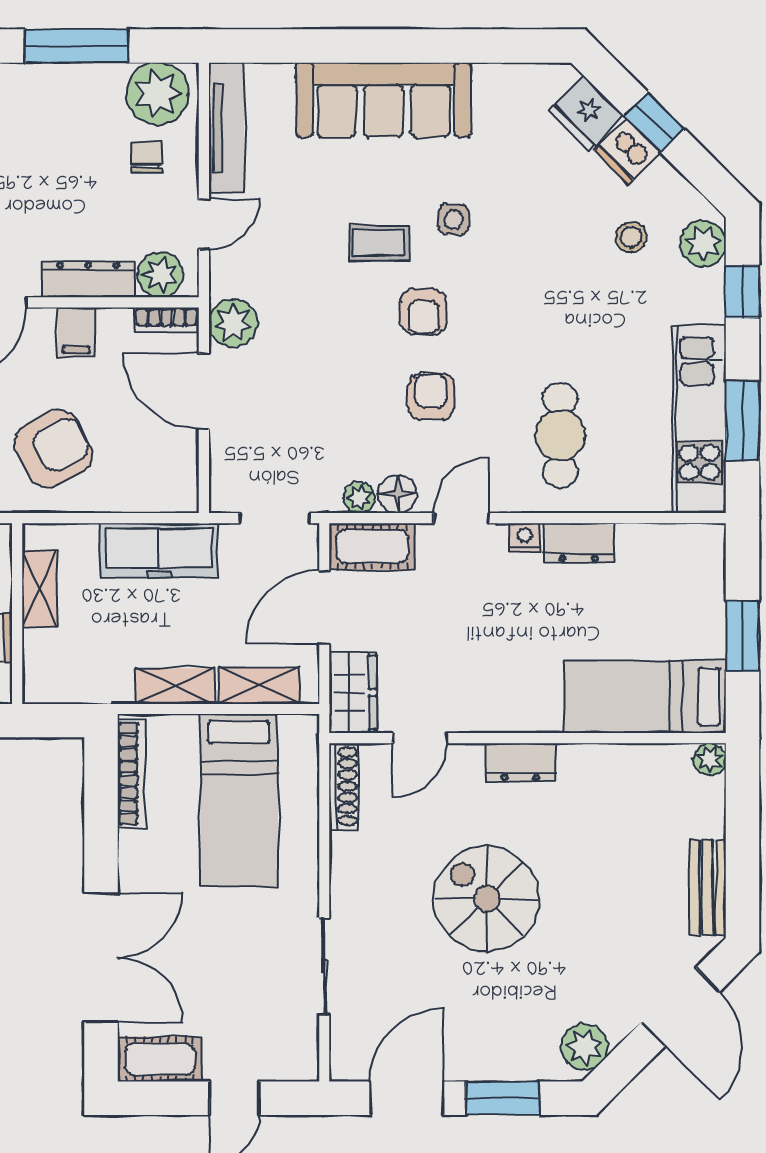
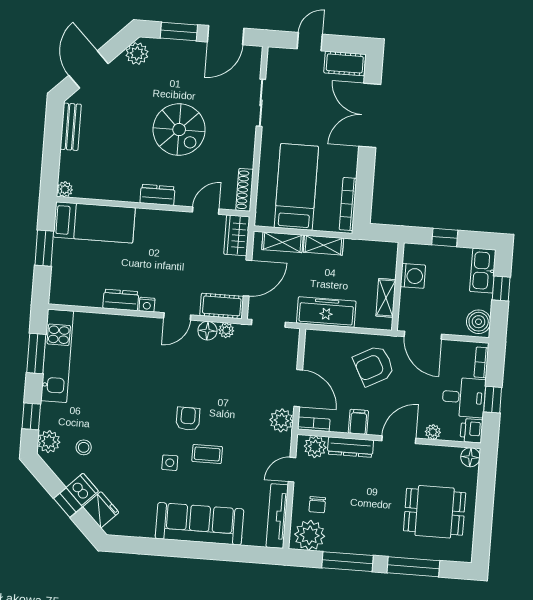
armchair: (431, 397) -> (187, 377), removed
cafe table: (560, 435) -> (126, 353), removed

